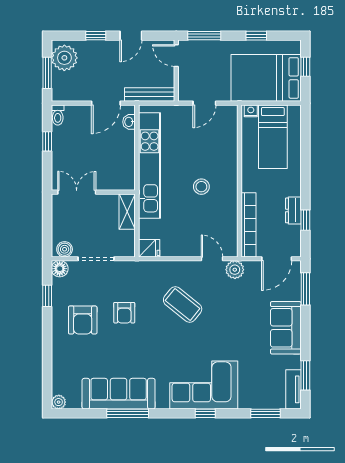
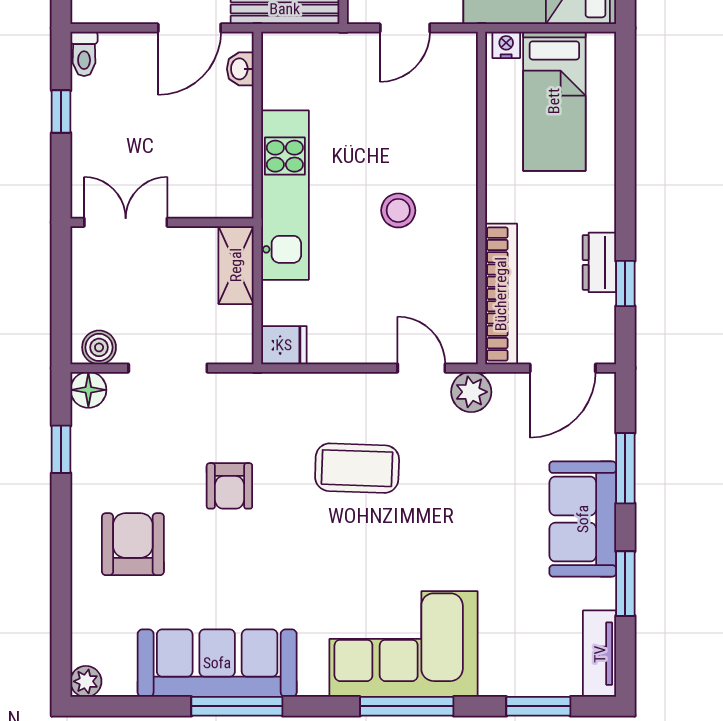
kitchen unit: (150, 166) -> (285, 195), width x0.73
window: (305, 289) -> (625, 468), moved
coffee table: (183, 305) -> (357, 468), turned -37
armchair: (83, 320) -> (133, 544), moved, turned 180
window: (305, 375) -> (625, 584), moved
window: (205, 413) -> (407, 706), width x2.17

